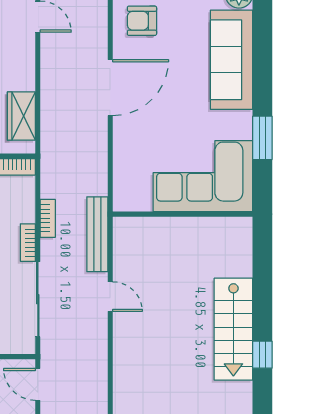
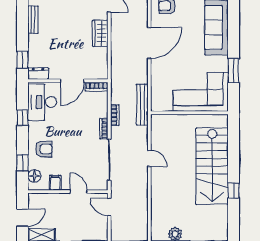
wardrobe: (21, 116) -> (100, 33), moved
bench: (97, 234) -> (142, 105), moved
stairs: (233, 329) -> (212, 166), width x1.36, depth x1.51

